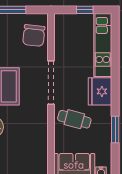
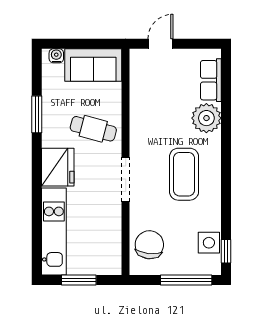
window: (85, 10) -> (79, 280), width x1.50
doorway: (51, 83) -> (126, 179), width x0.73

